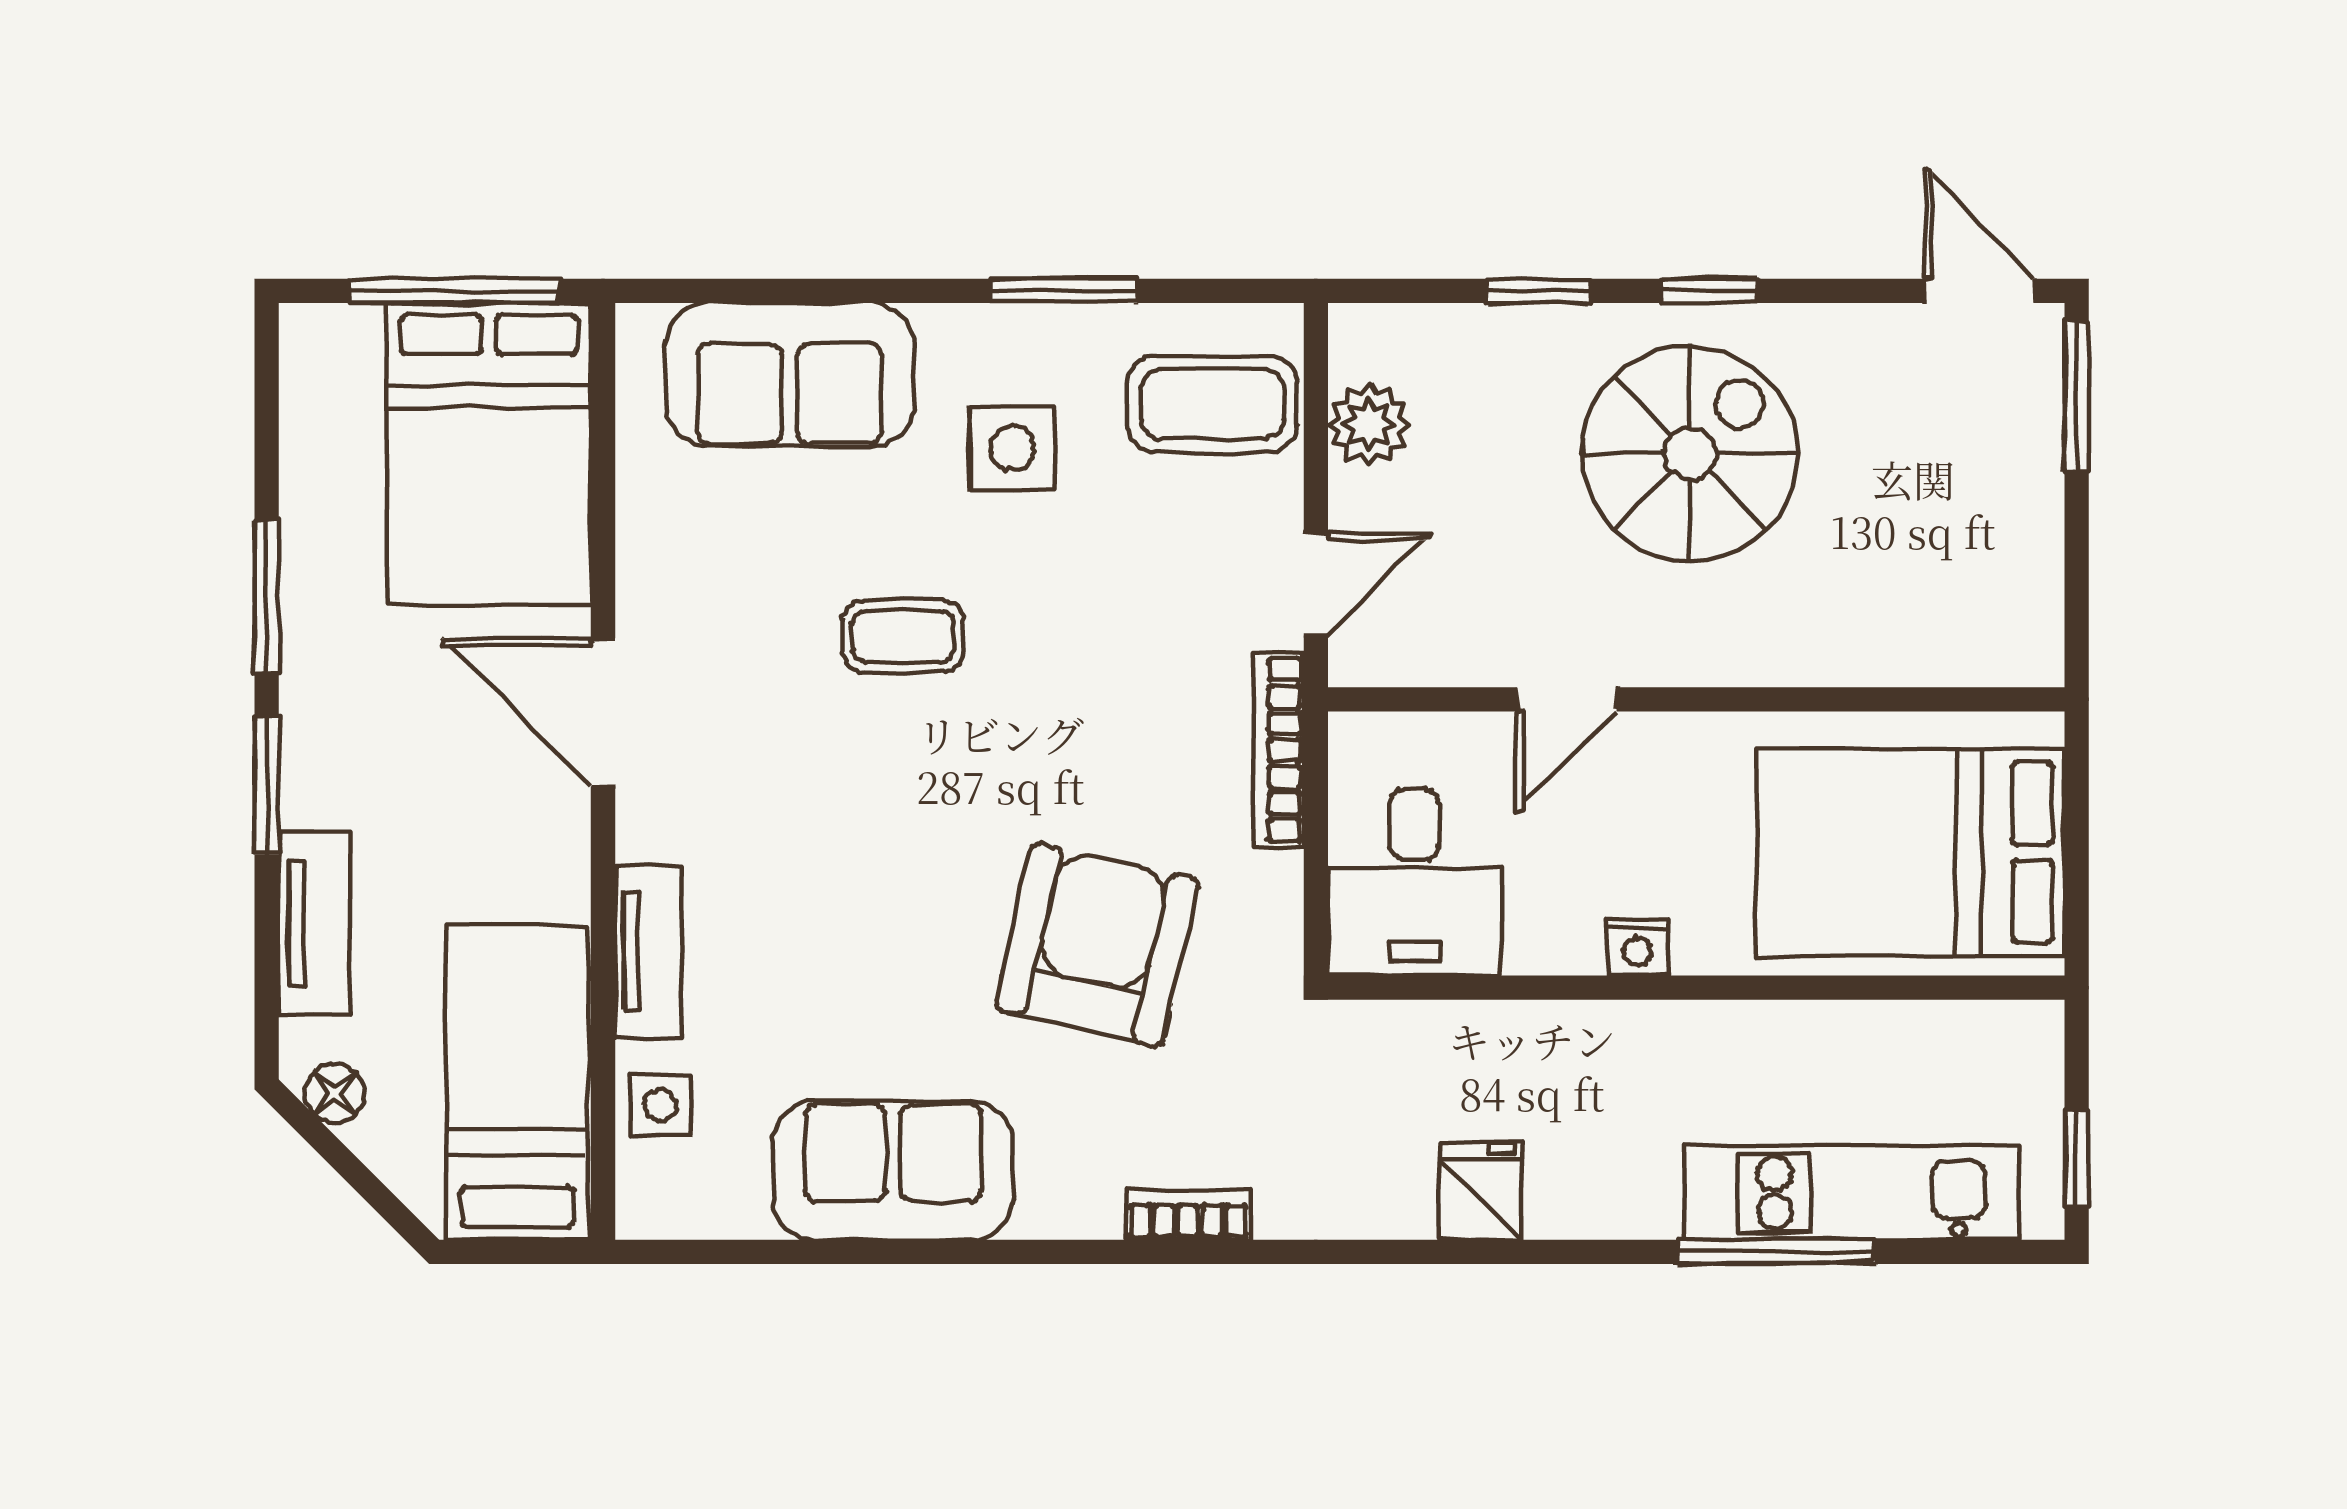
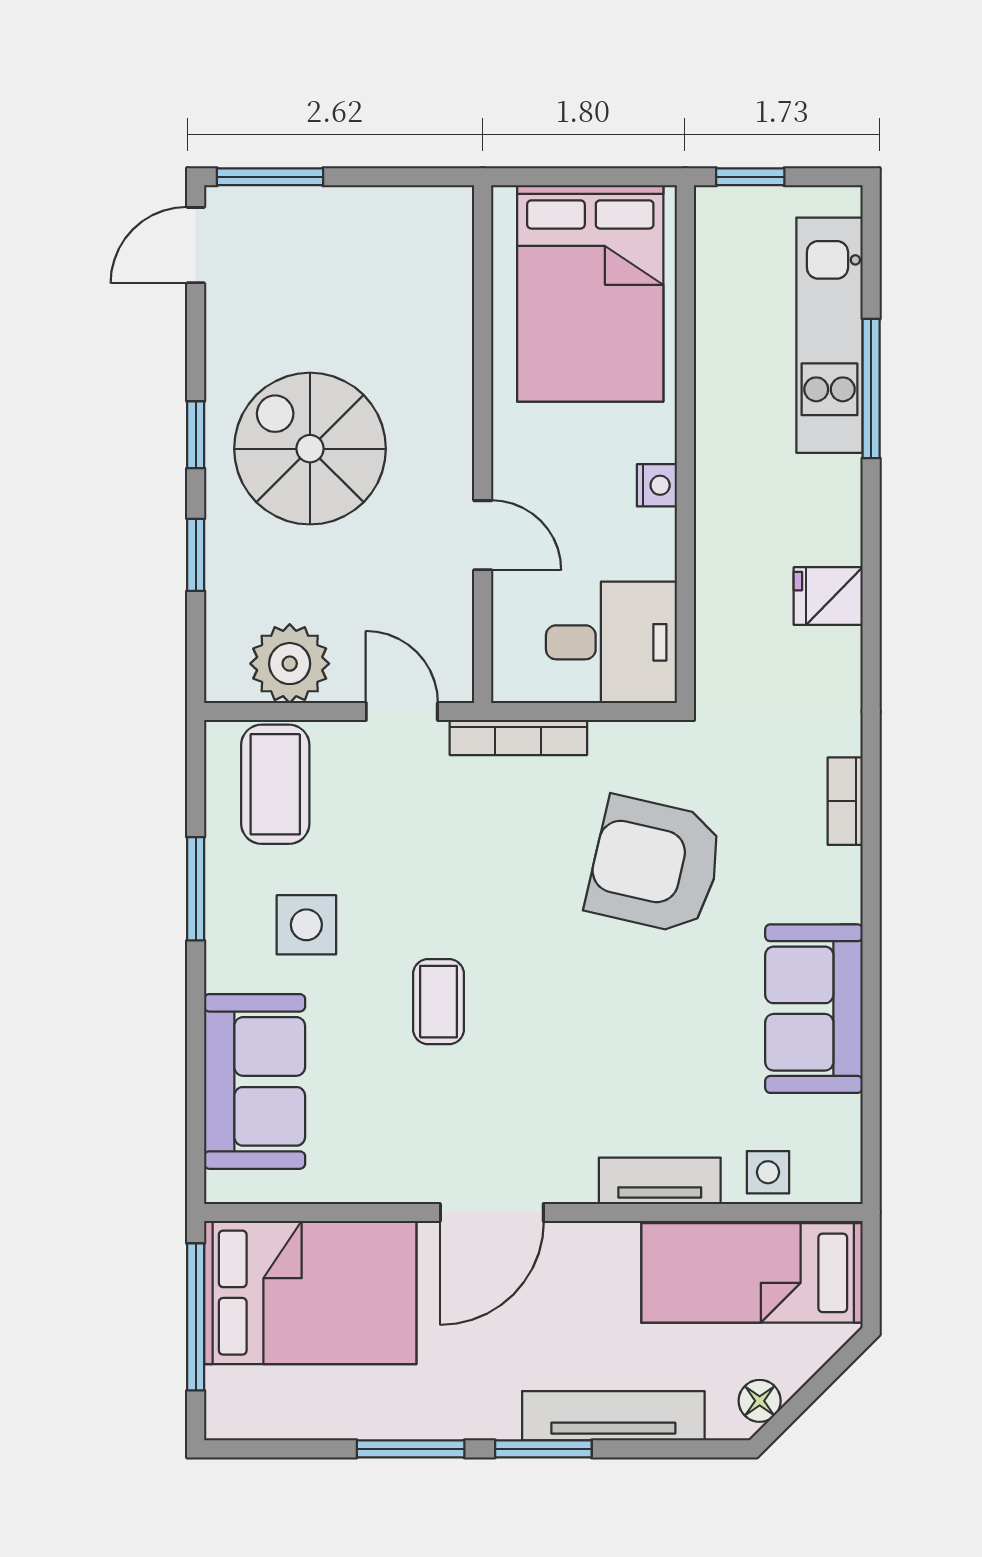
plant: (1369, 425) -> (290, 664), width x1.36, depth x1.36
tv unit: (314, 923) -> (613, 1416), width x1.41
window: (2077, 1158) -> (750, 177), moved

